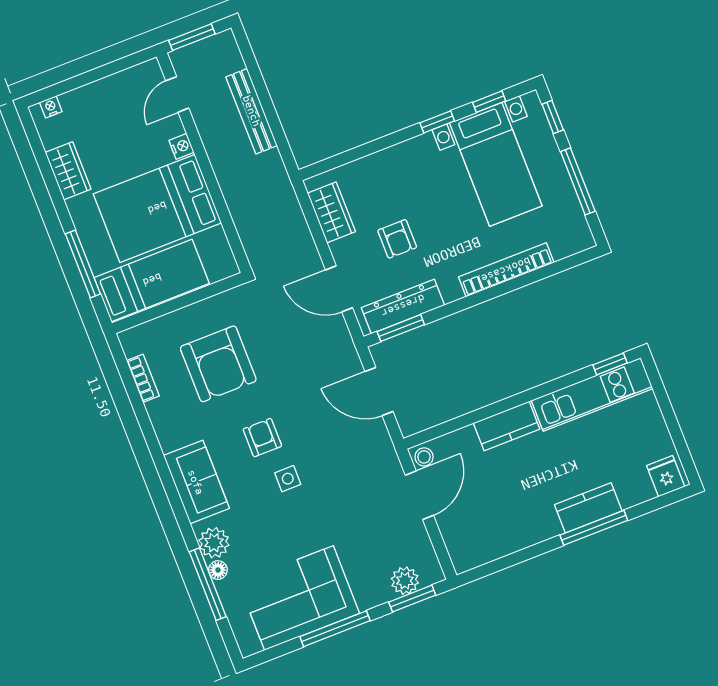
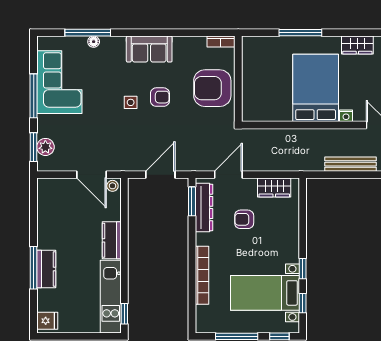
bed: (152, 280) -> (275, 69), removed
wall: (178, 303) -> (238, 79), moved
plant: (214, 543) -> (110, 45), removed

